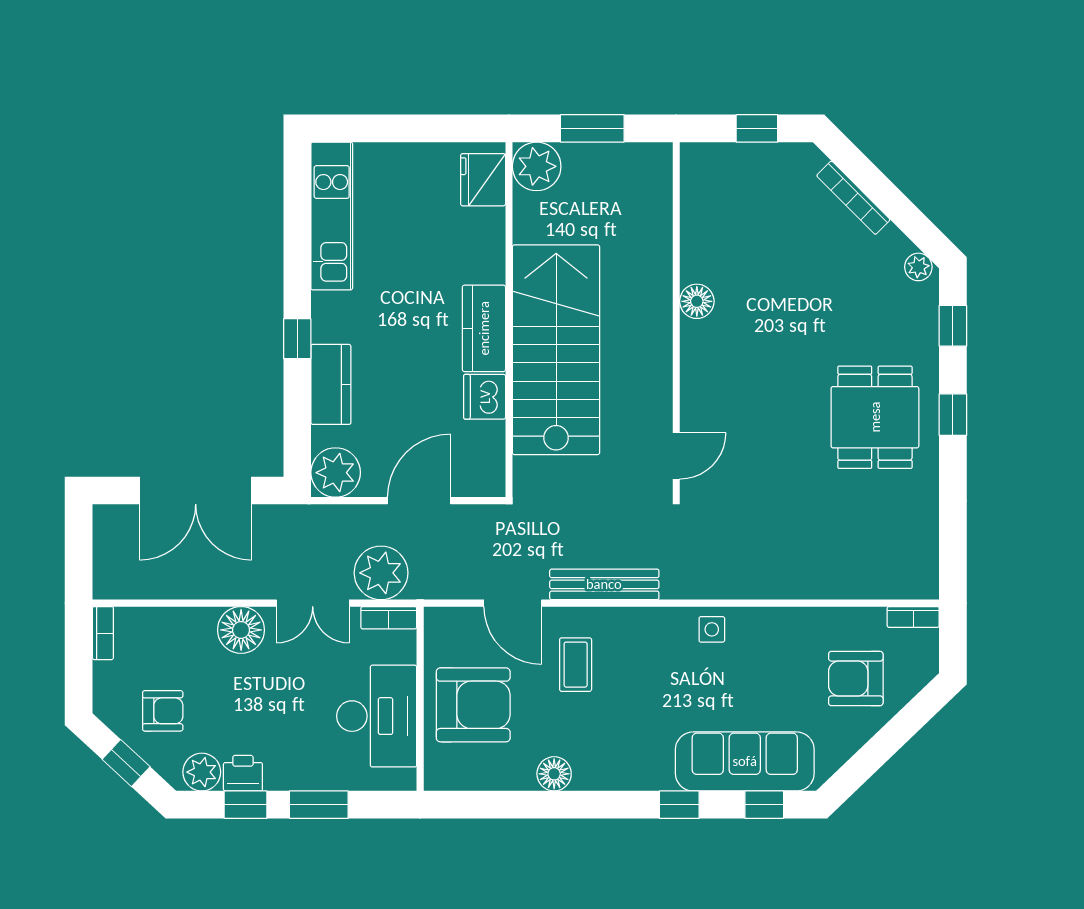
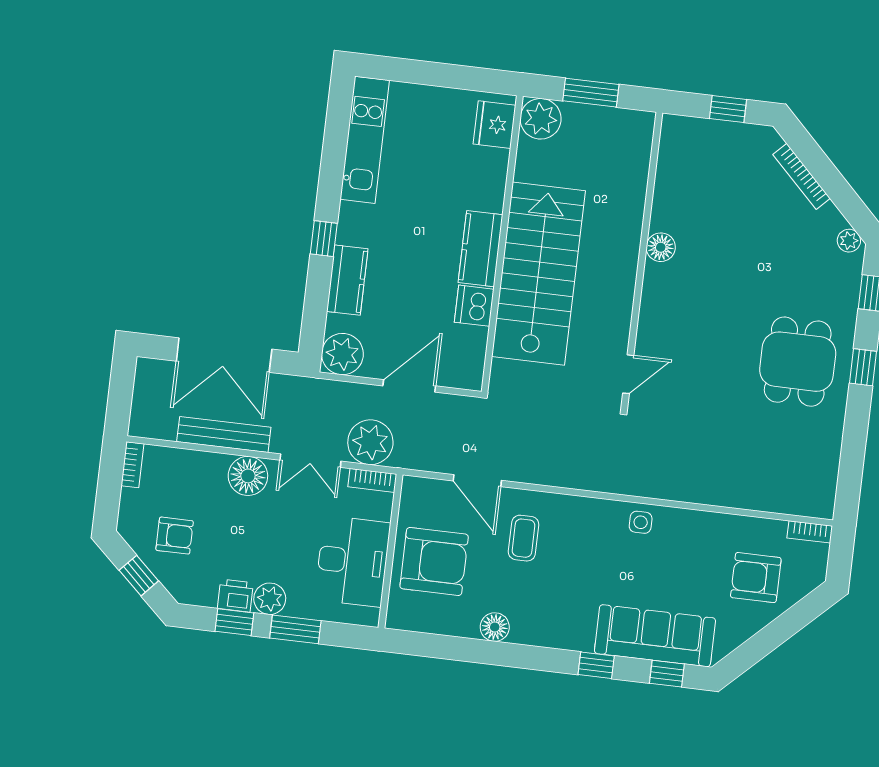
bench: (604, 584) -> (224, 435), moved
plant: (202, 772) -> (270, 599), moved

